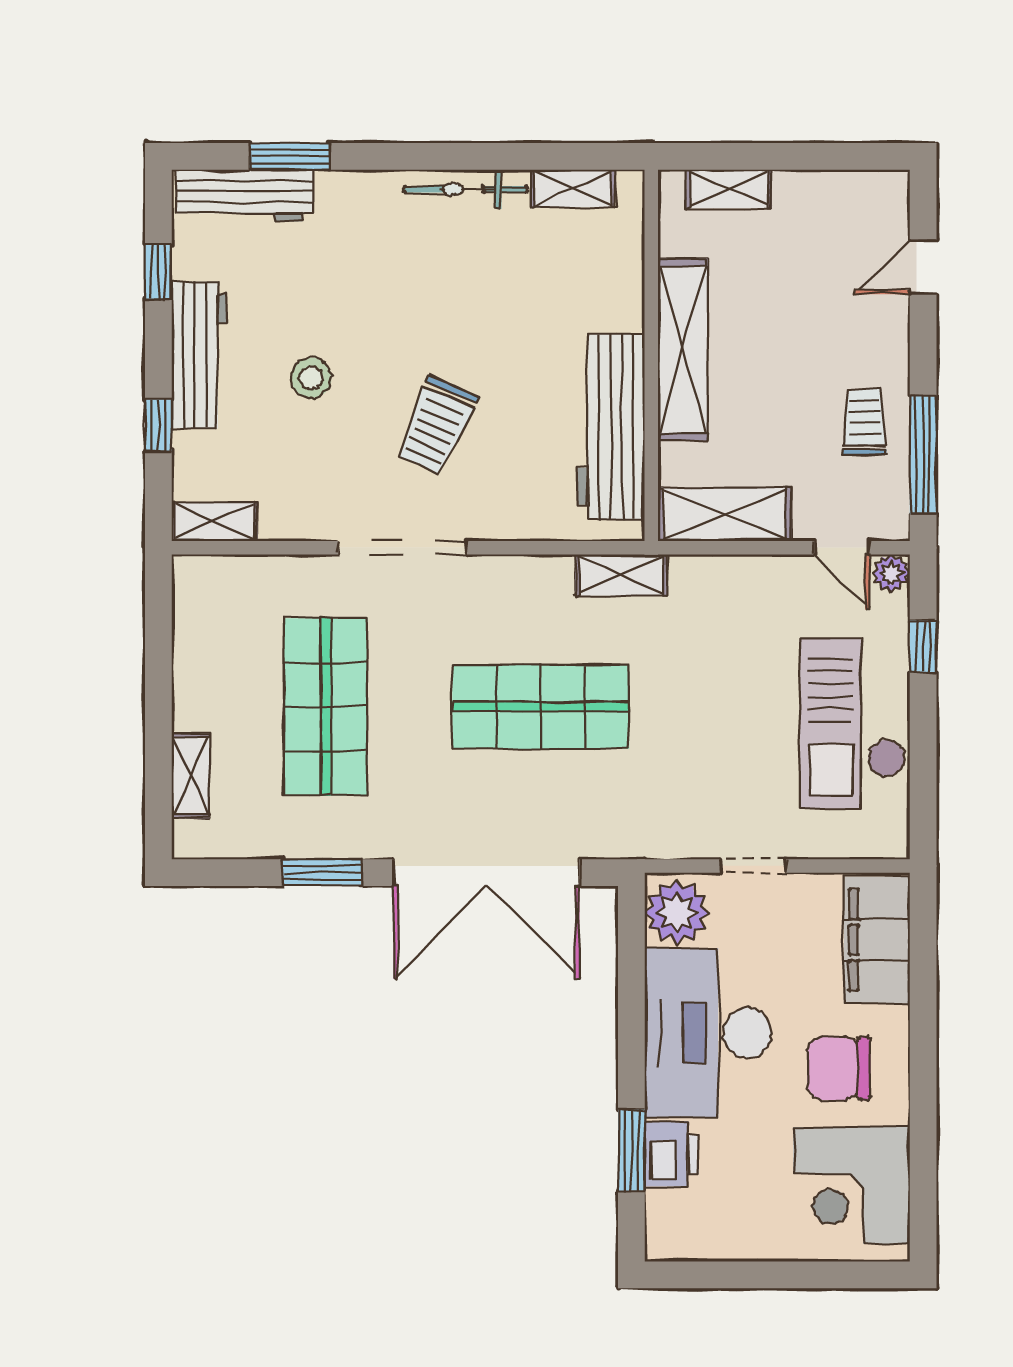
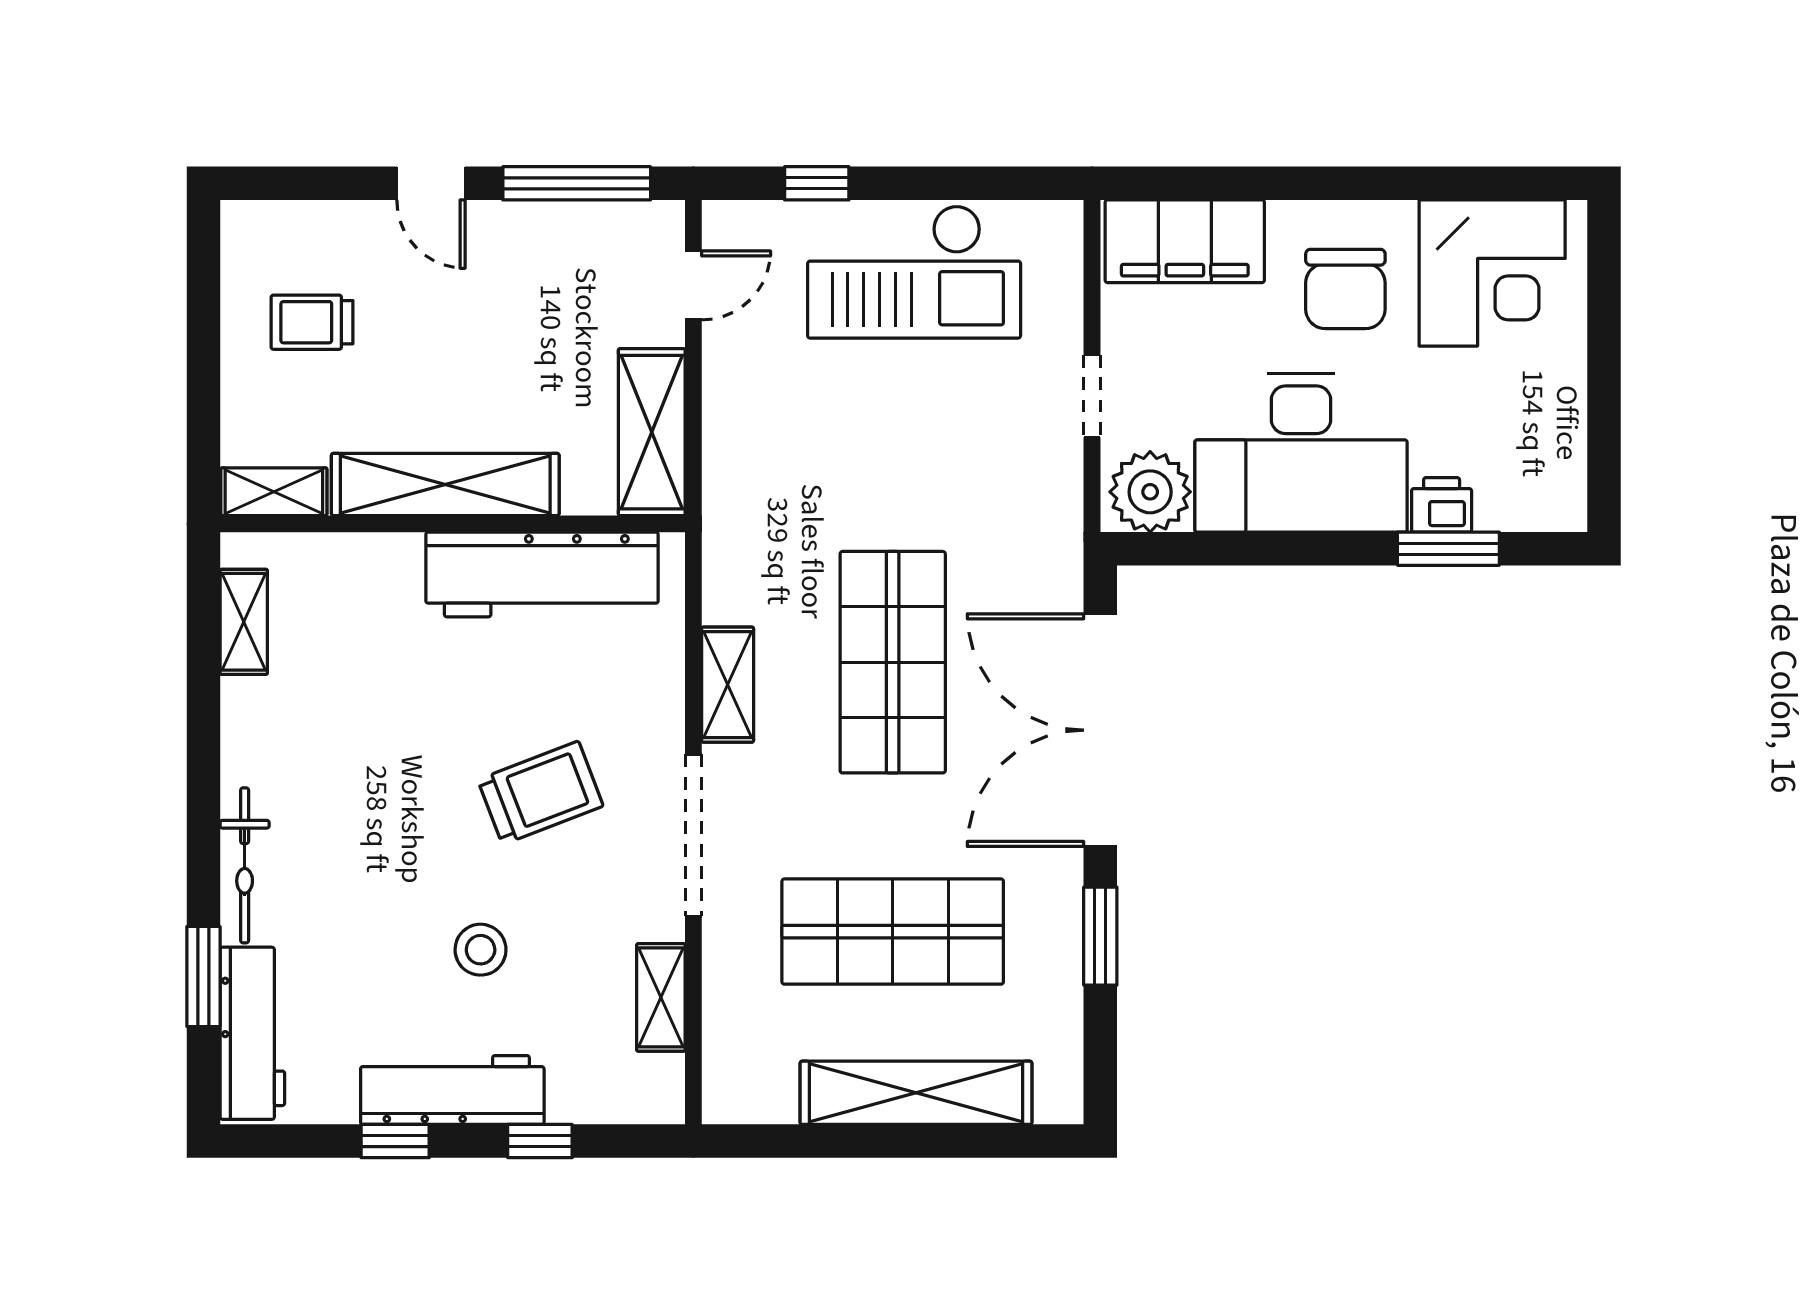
bicycle: (466, 189) -> (245, 865), moved
shelving: (729, 189) -> (274, 492), moved, turned 90
door: (923, 267) -> (431, 183), moved
window: (158, 272) -> (395, 1141), moved
trolley: (865, 422) -> (312, 322), moved
trolley: (436, 426) -> (540, 793), turned -44
shelving: (214, 522) -> (661, 997), moved
plant: (891, 573) -> (725, 224), removed
shelving: (621, 575) -> (728, 685), moved
shelving: (191, 776) -> (916, 1093), width x2.20, depth x1.33
double door: (486, 873) -> (1100, 730), swing flipped
printer: (672, 1154) -> (1442, 505), width x0.73, depth x0.81

